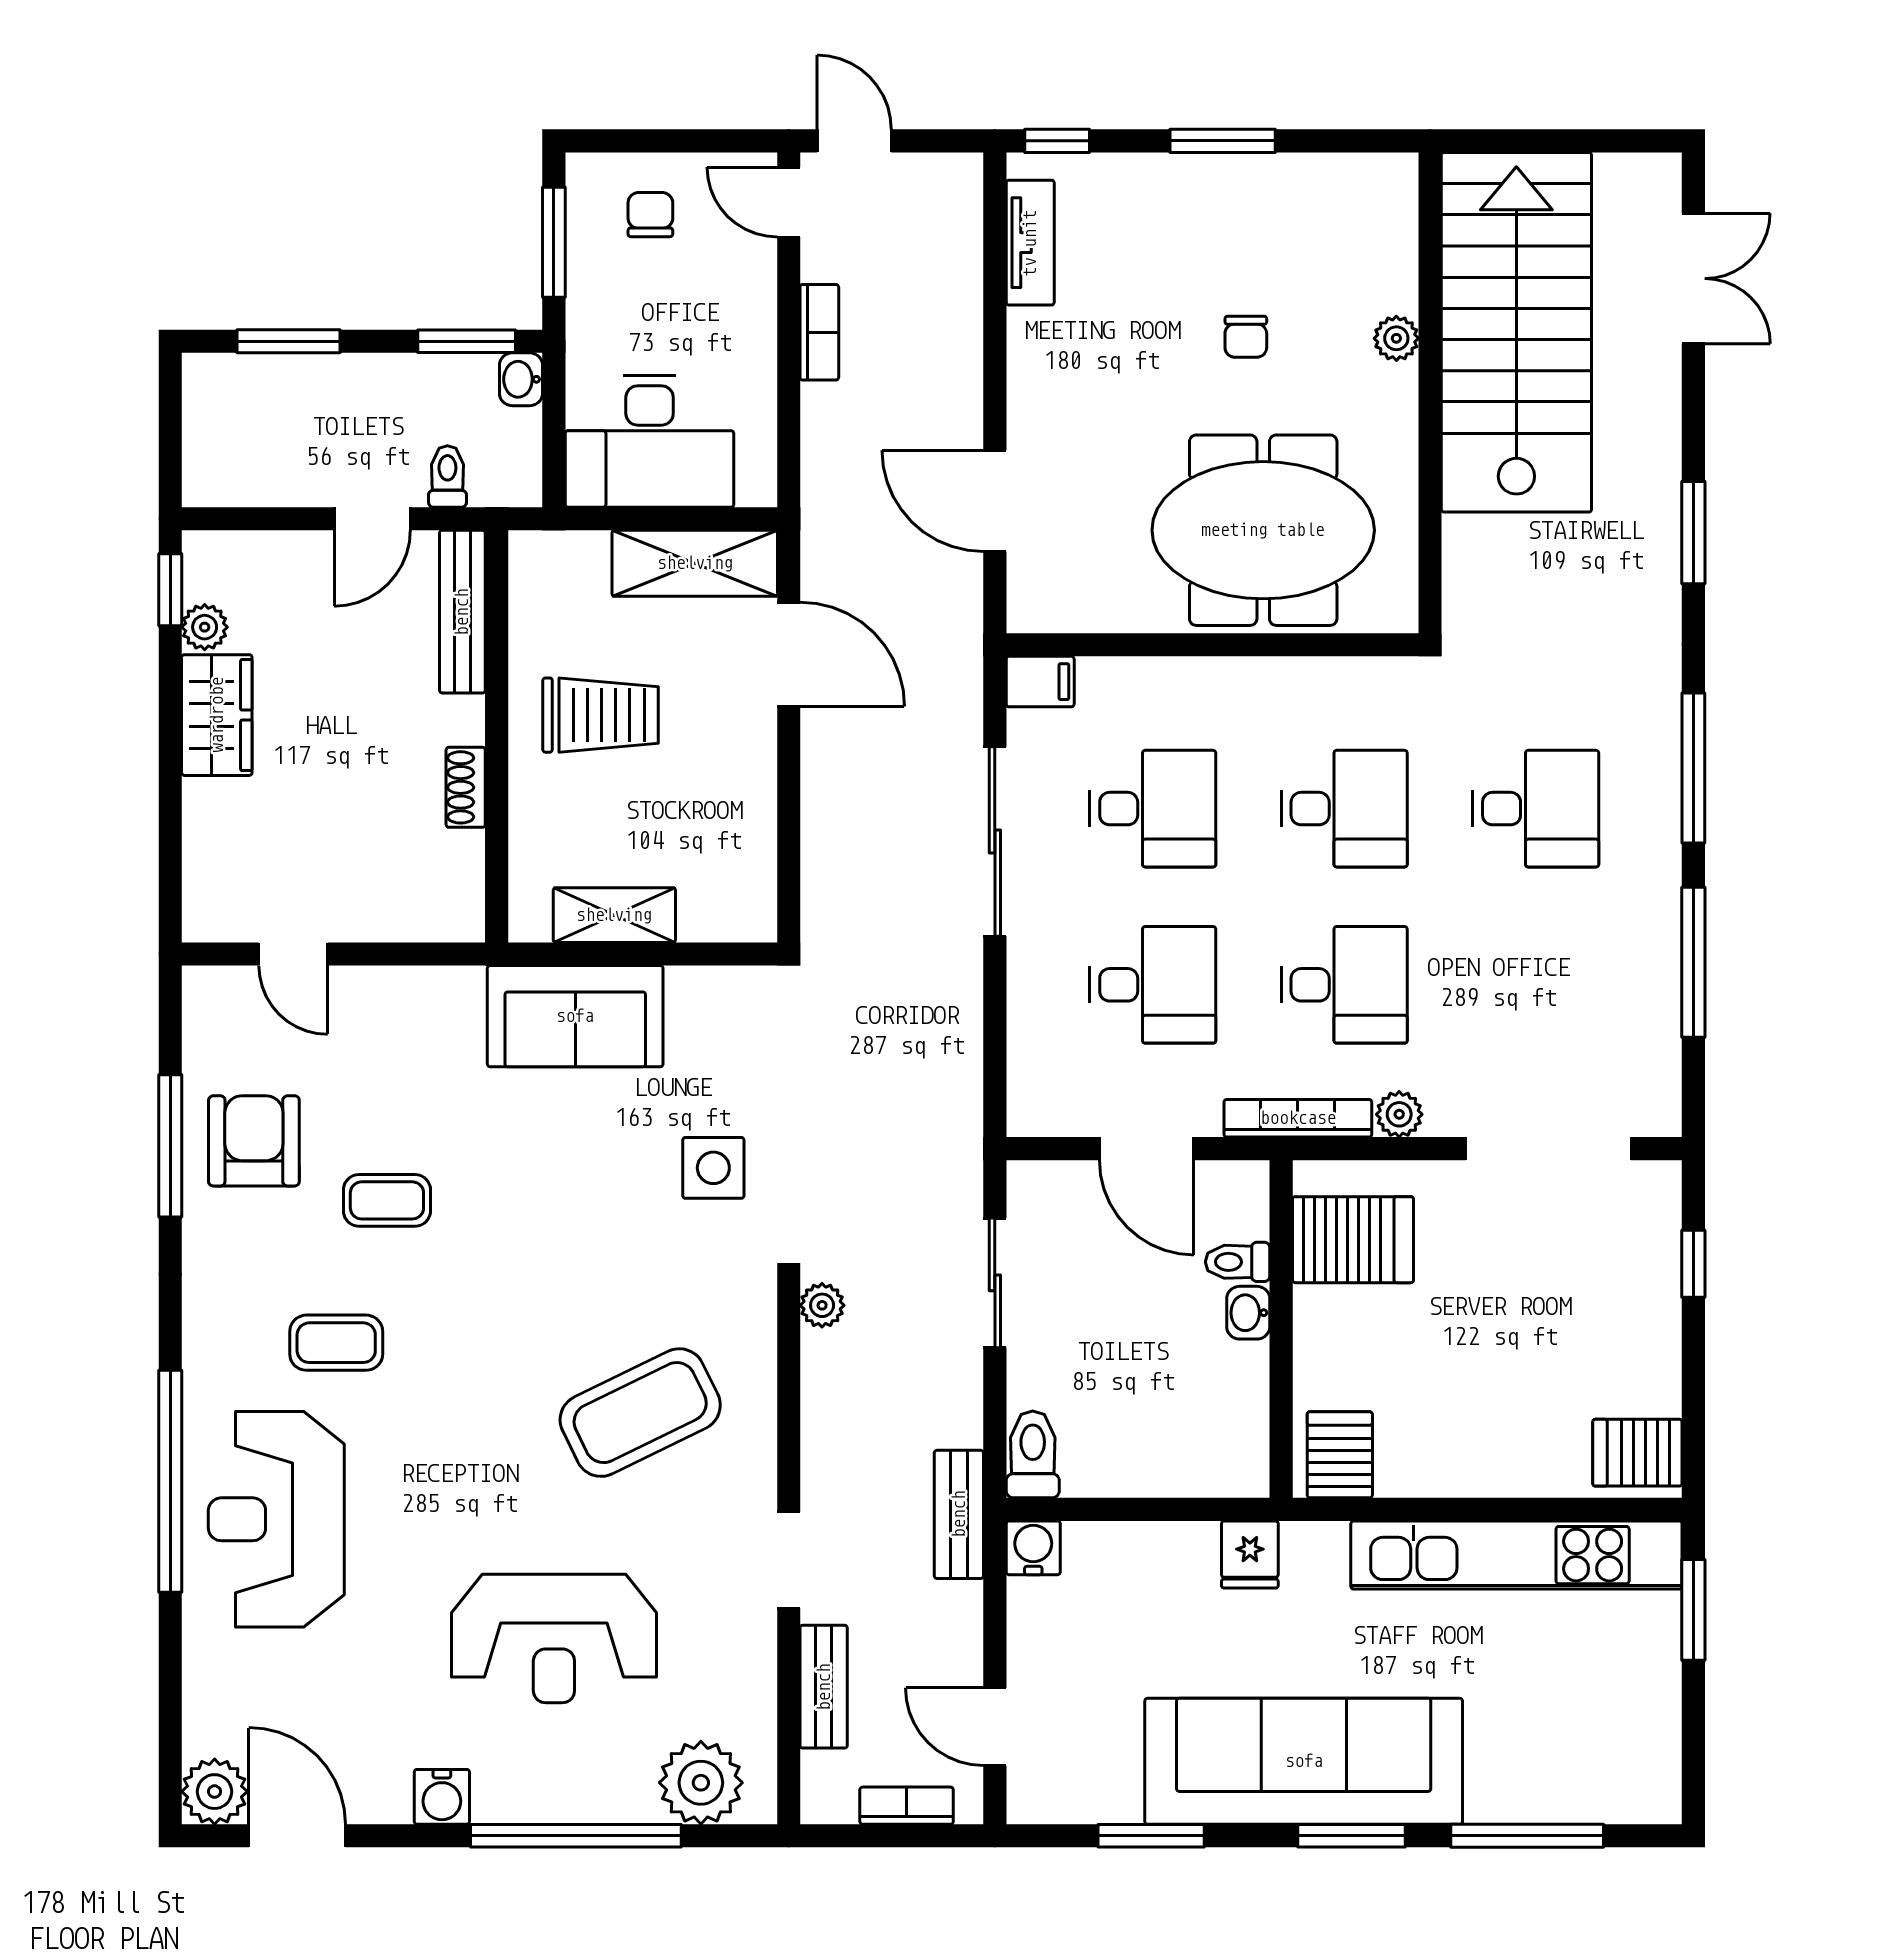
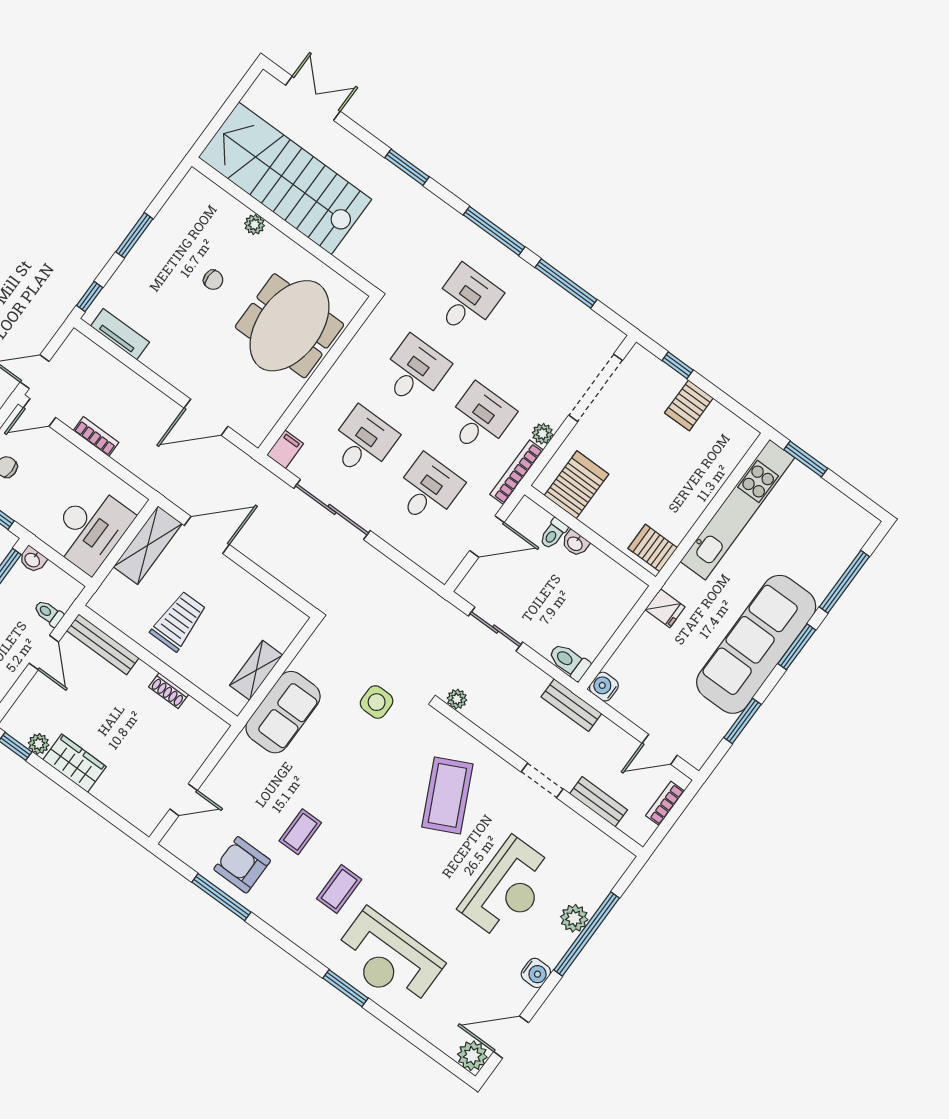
server rack: (1637, 1453) -> (689, 405), moved
window: (170, 1481) -> (346, 988), width x0.47
plant: (701, 1783) -> (574, 918), moved, width x0.73, depth x0.73

